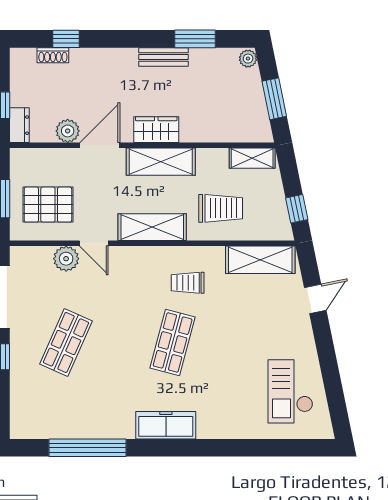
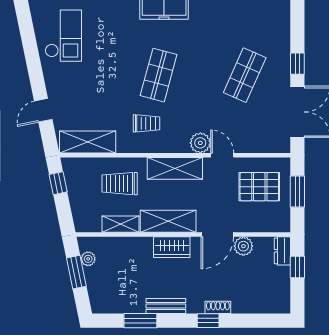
window: (66, 39) -> (208, 321), moved
shoe rack: (53, 55) -> (218, 307), moved
plant: (248, 59) -> (88, 259), moved
shelving: (252, 158) -> (121, 224), moved
plant: (66, 259) -> (200, 143), moved

